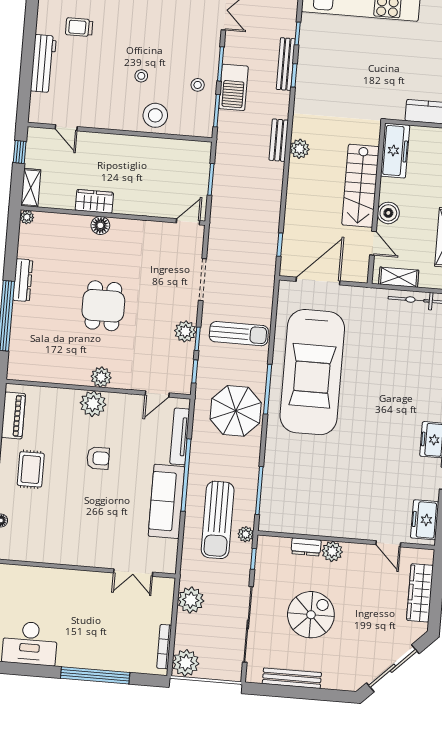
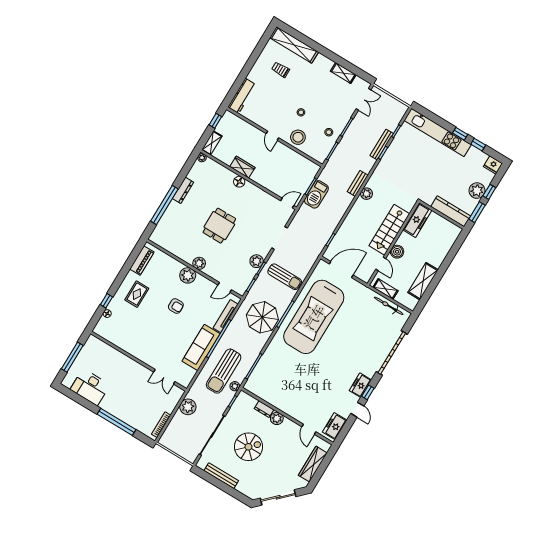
workbench: (43, 64) -> (242, 96), moved
barbecue: (233, 87) -> (316, 194), moved
door: (66, 128) -> (272, 136), moved
plant: (186, 663) -> (168, 439), removed

